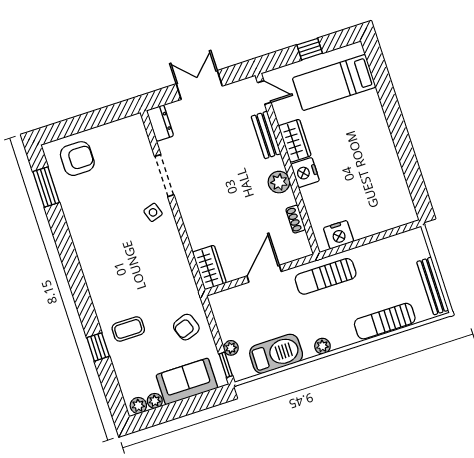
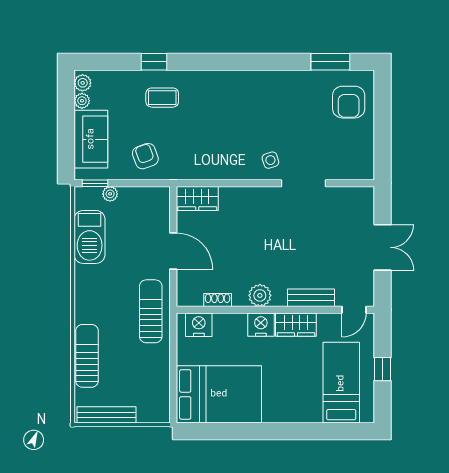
dresser: (160, 123) -> (357, 196), removed
bed: (381, 190) -> (219, 394), added
nightstand: (339, 235) -> (199, 325), moved, turned 90
coffee table: (128, 329) -> (162, 98), turned 90
plant: (322, 346) -> (82, 286), removed

